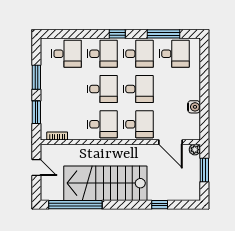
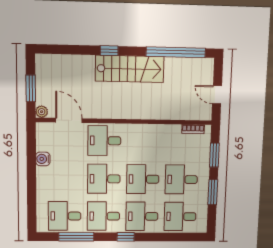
desk: (102, 124) -> (181, 180), moved
stairs: (105, 183) -> (130, 69), width x0.73, depth x0.66
window: (160, 205) -> (109, 51), moved

